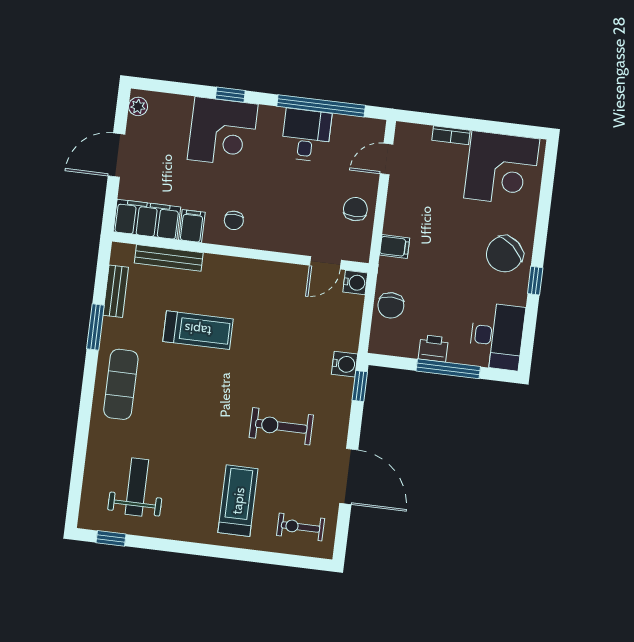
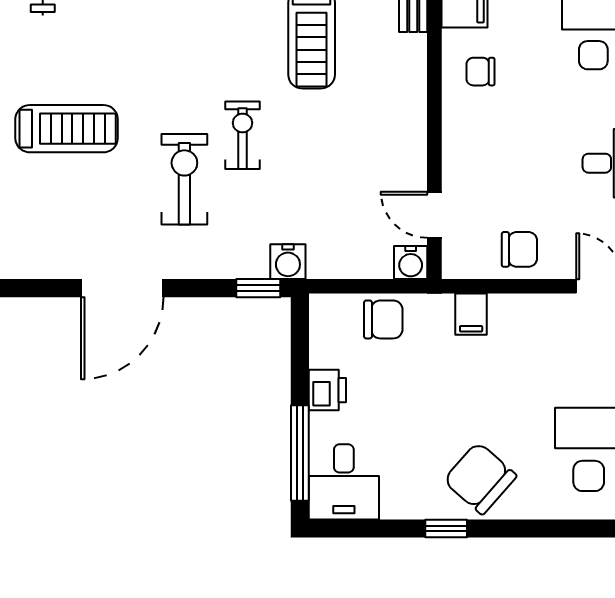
chair: (391, 305) -> (383, 319), turned 180
desk: (497, 336) -> (344, 482), width x0.73
window: (448, 369) -> (300, 453), moved
exercise bike: (301, 527) -> (243, 135), moved

